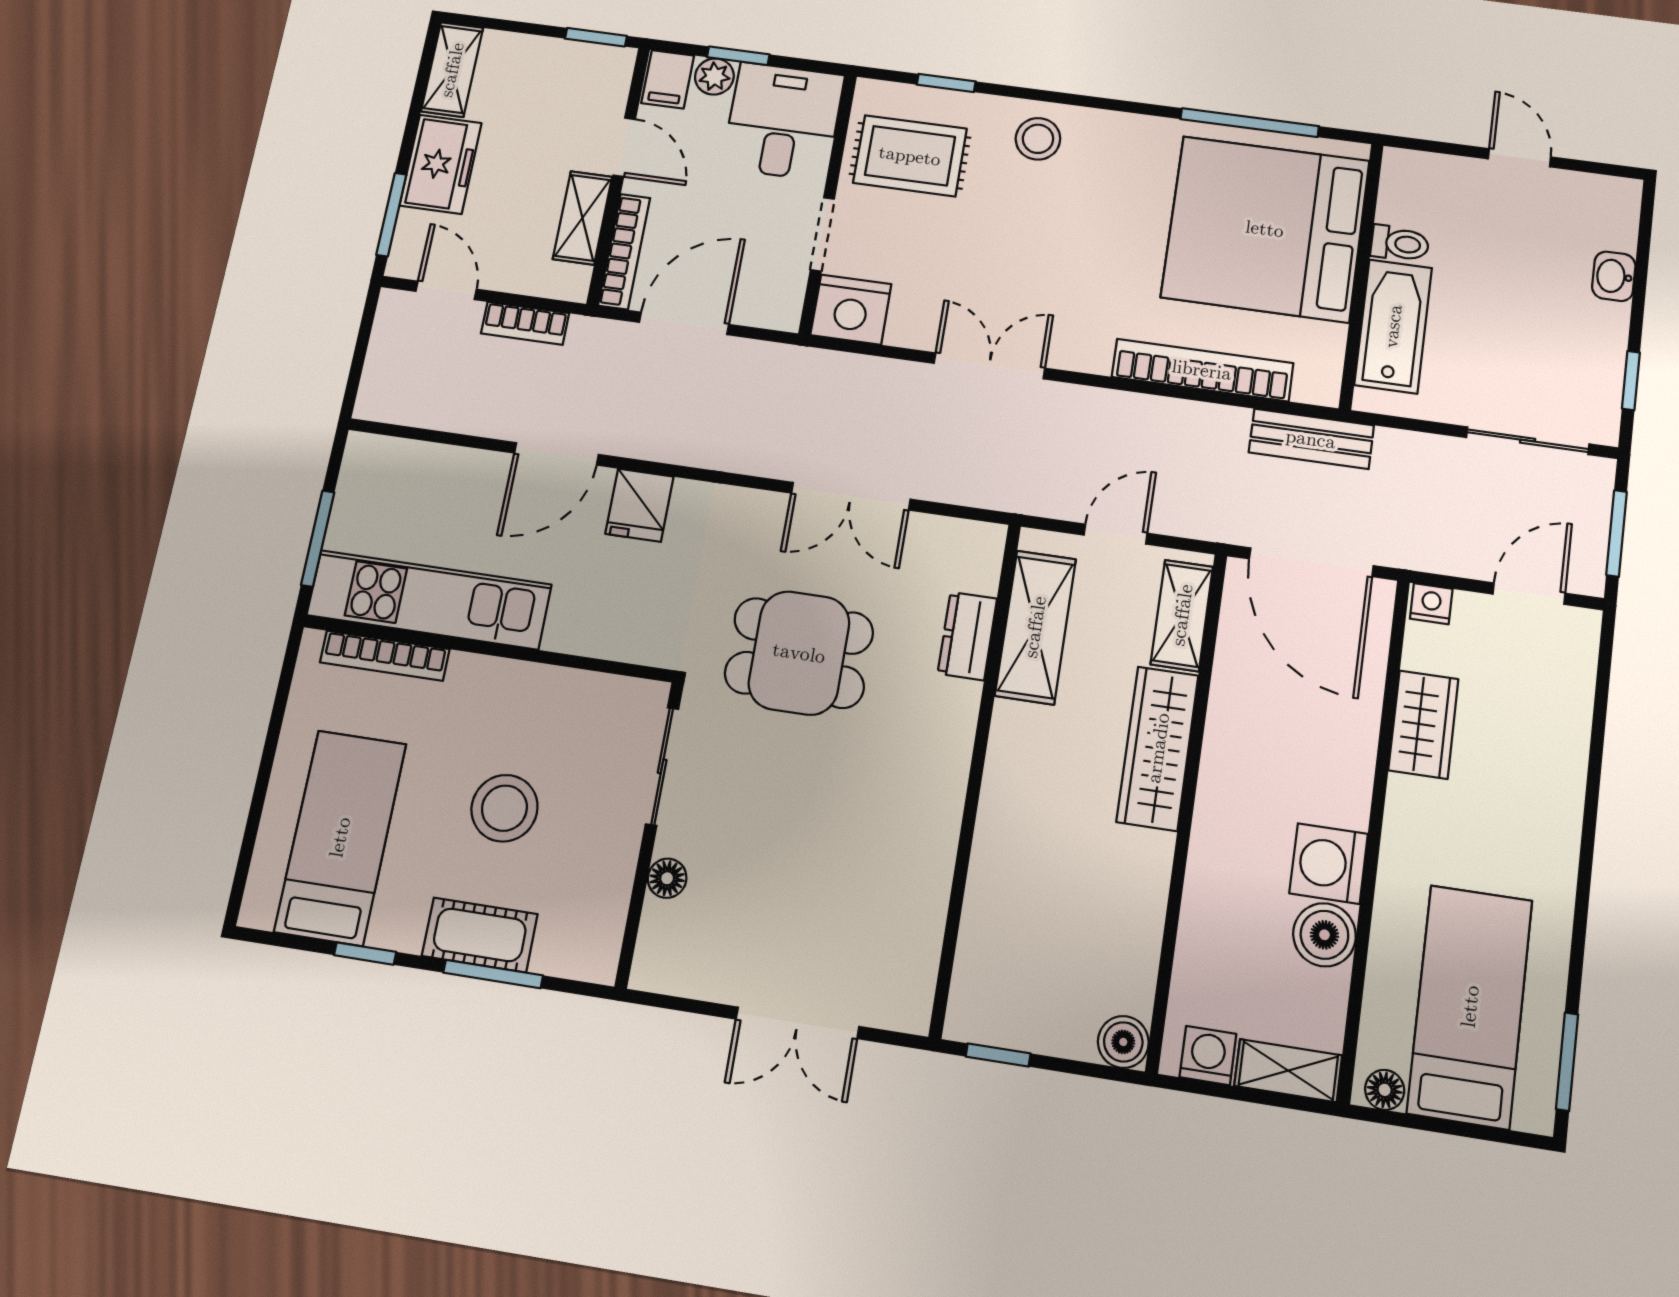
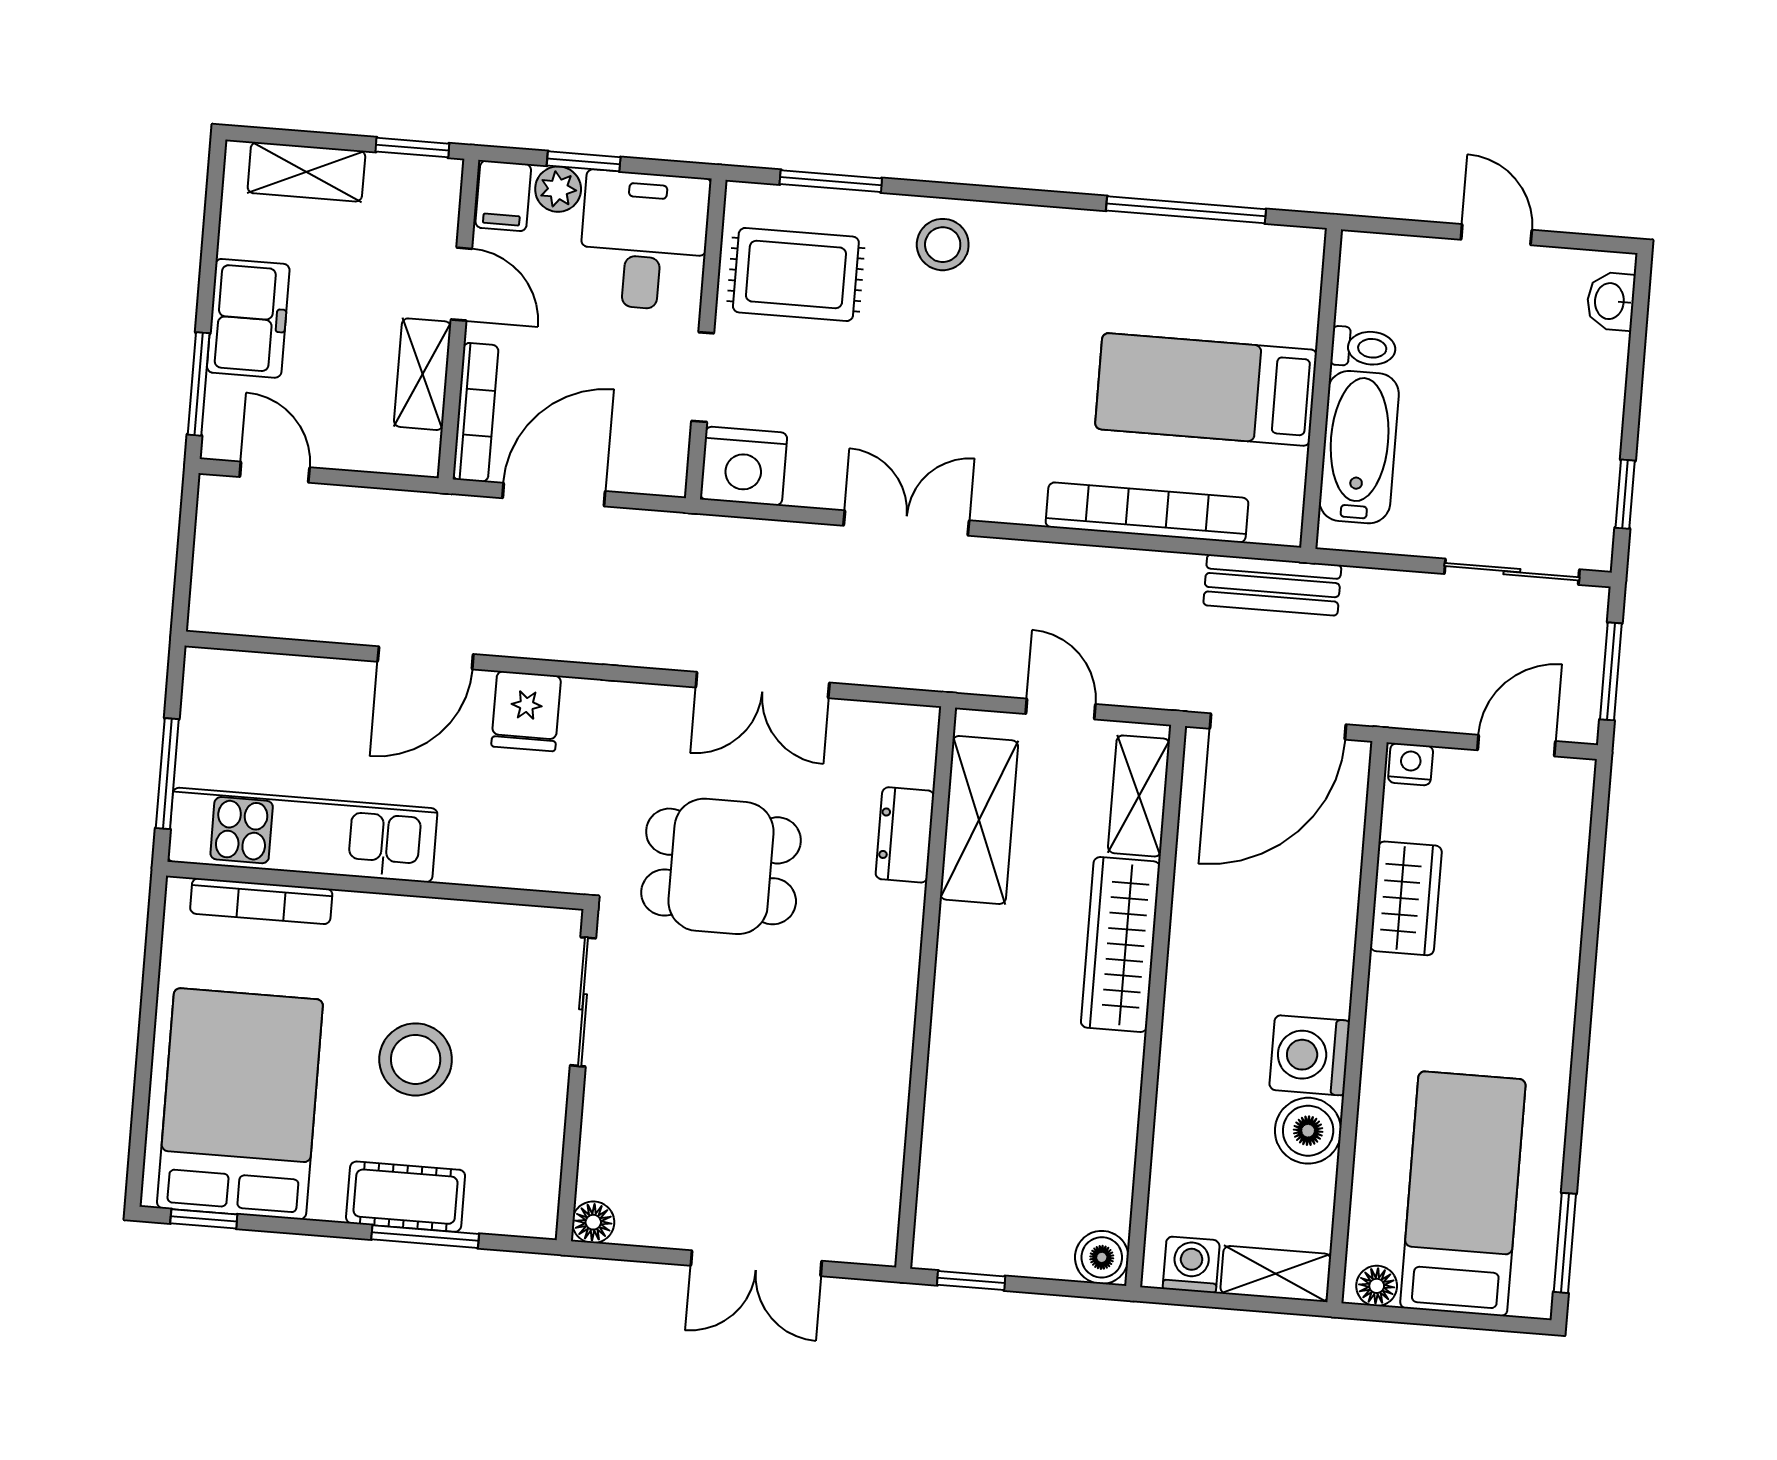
shelving: (452, 70) -> (306, 172), moved, turned 90
window: (946, 83) -> (831, 181), width x1.50
bed: (1265, 229) -> (1206, 389), width x0.49
washbasin: (1614, 276) -> (1611, 301), moved
bookcase: (525, 323) -> (371, 506), removed
door: (1116, 534) -> (1061, 709), hinge flipped
door: (1311, 562) -> (1278, 726), hinge flipped
bed: (340, 837) -> (240, 1104), width x1.50
floor lamp: (667, 878) -> (593, 1222), moved
window: (365, 953) -> (204, 1219), moved

